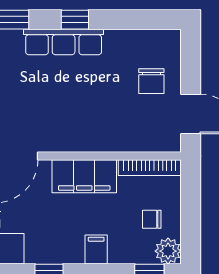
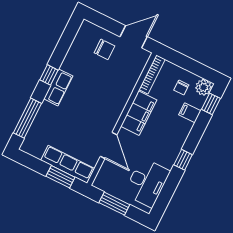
row of seats: (64, 42) -> (58, 87), width x0.68
filing cabinet: (96, 249) -> (190, 113), moved

